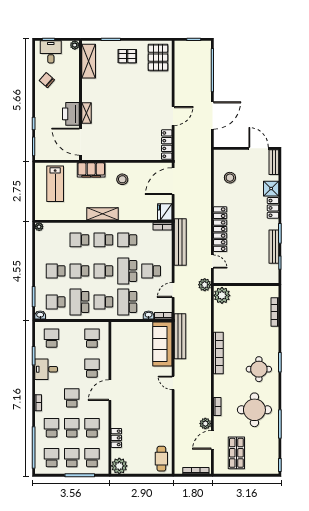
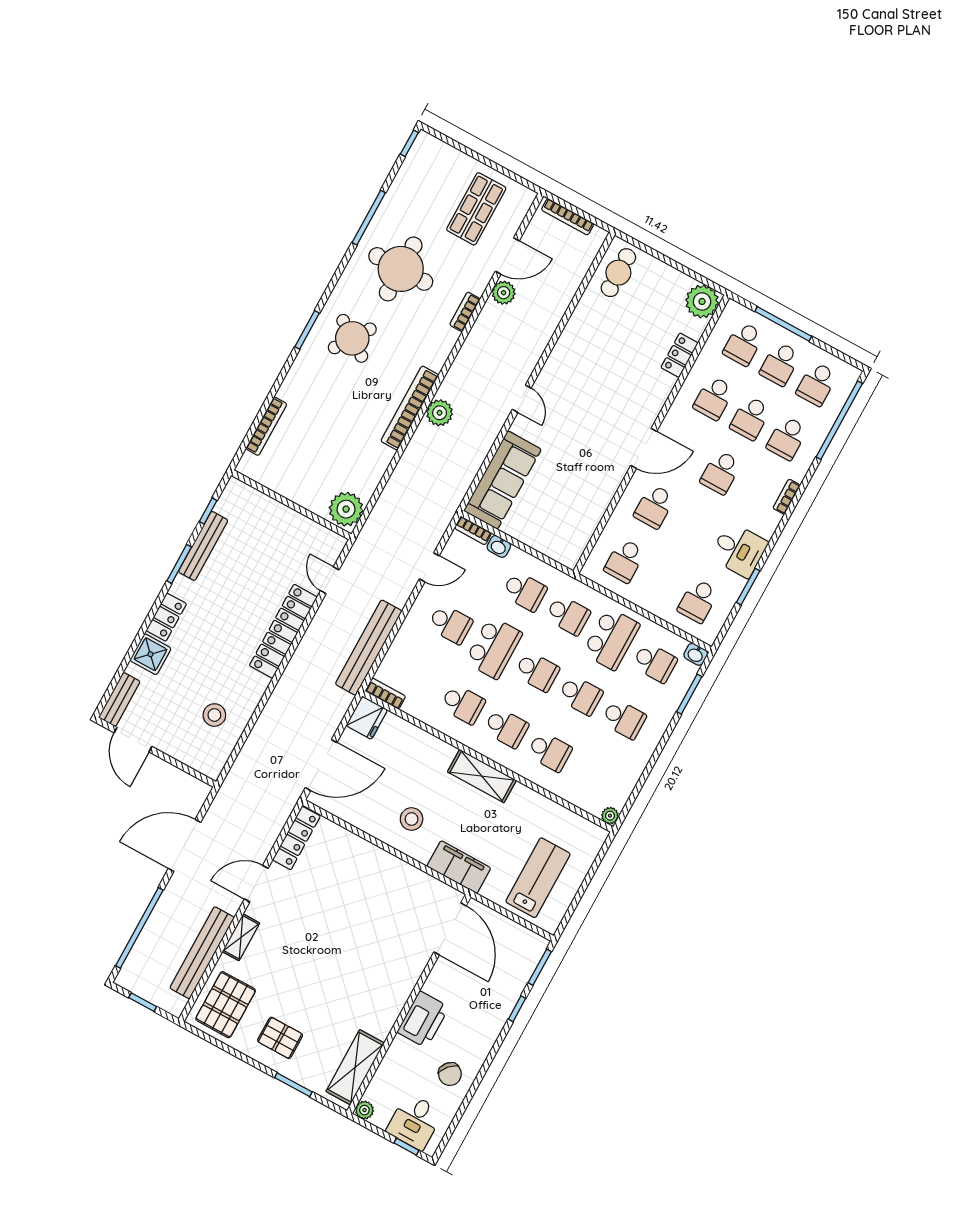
shelving: (86, 113) -> (241, 937), moved
printer: (71, 114) -> (423, 1020), moved
plant: (205, 285) -> (440, 413), moved
school desk: (127, 302) -> (525, 591), width x0.54
bench: (180, 336) -> (202, 953), moved
round table: (259, 369) -> (352, 338), turned 34

